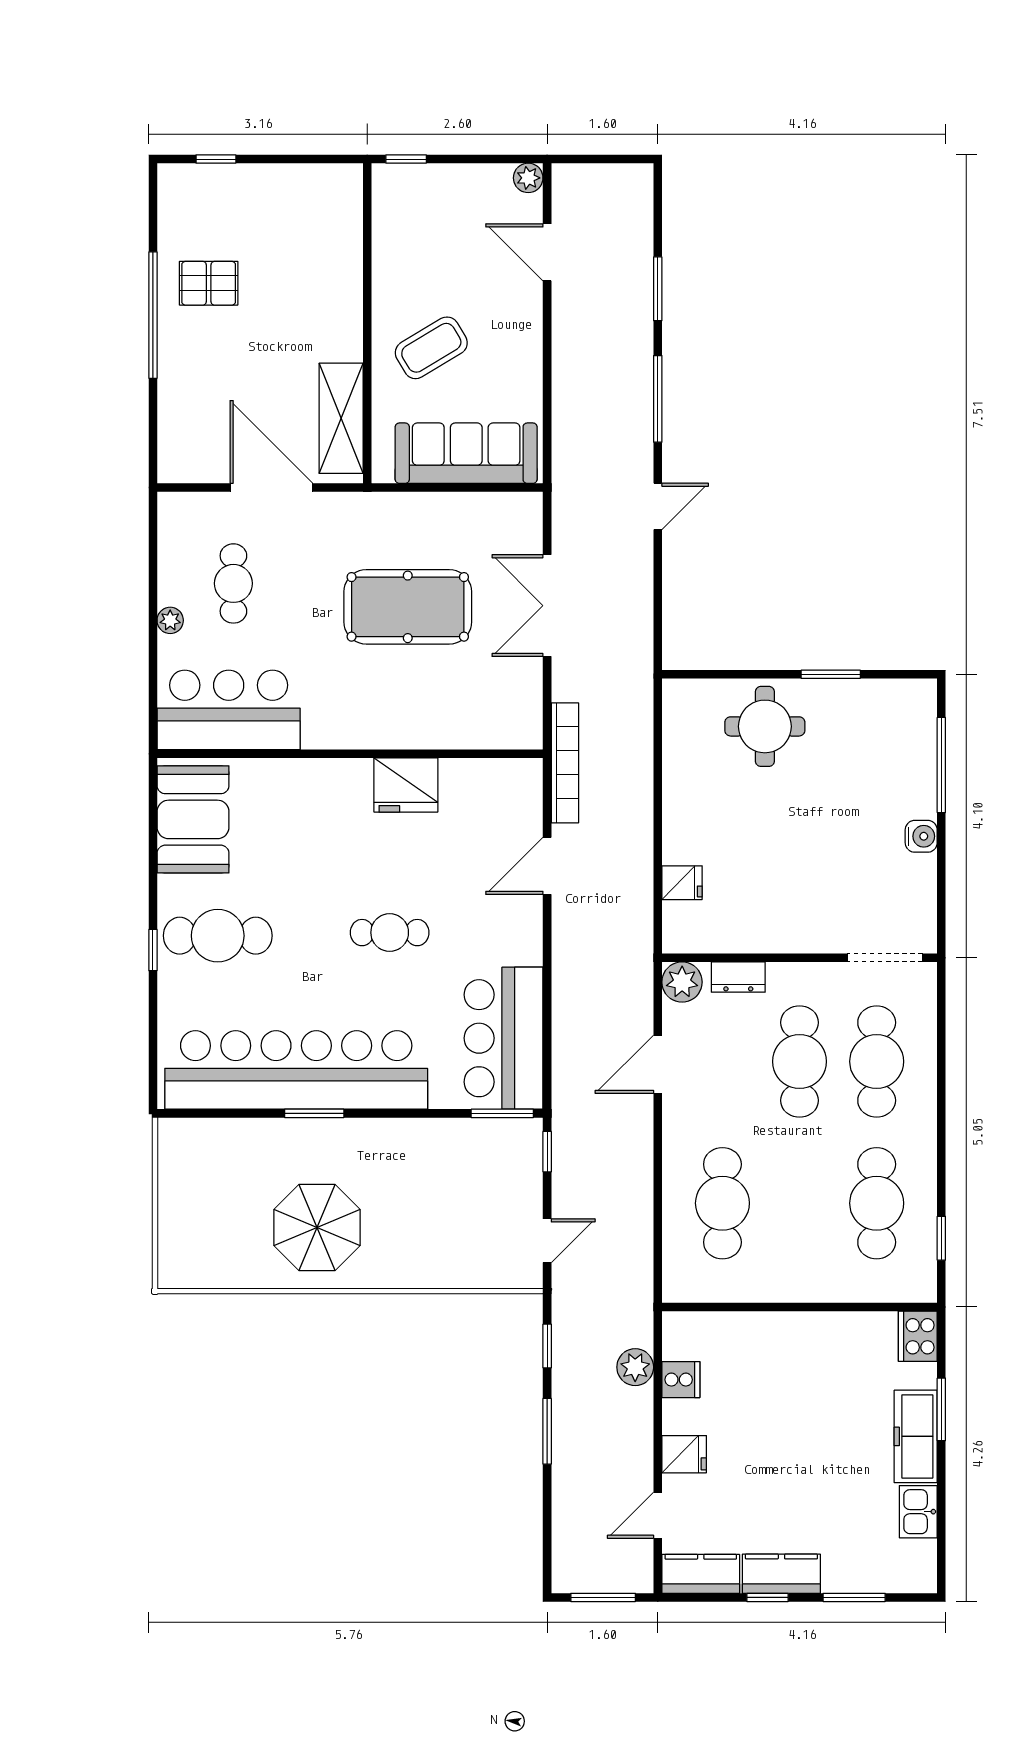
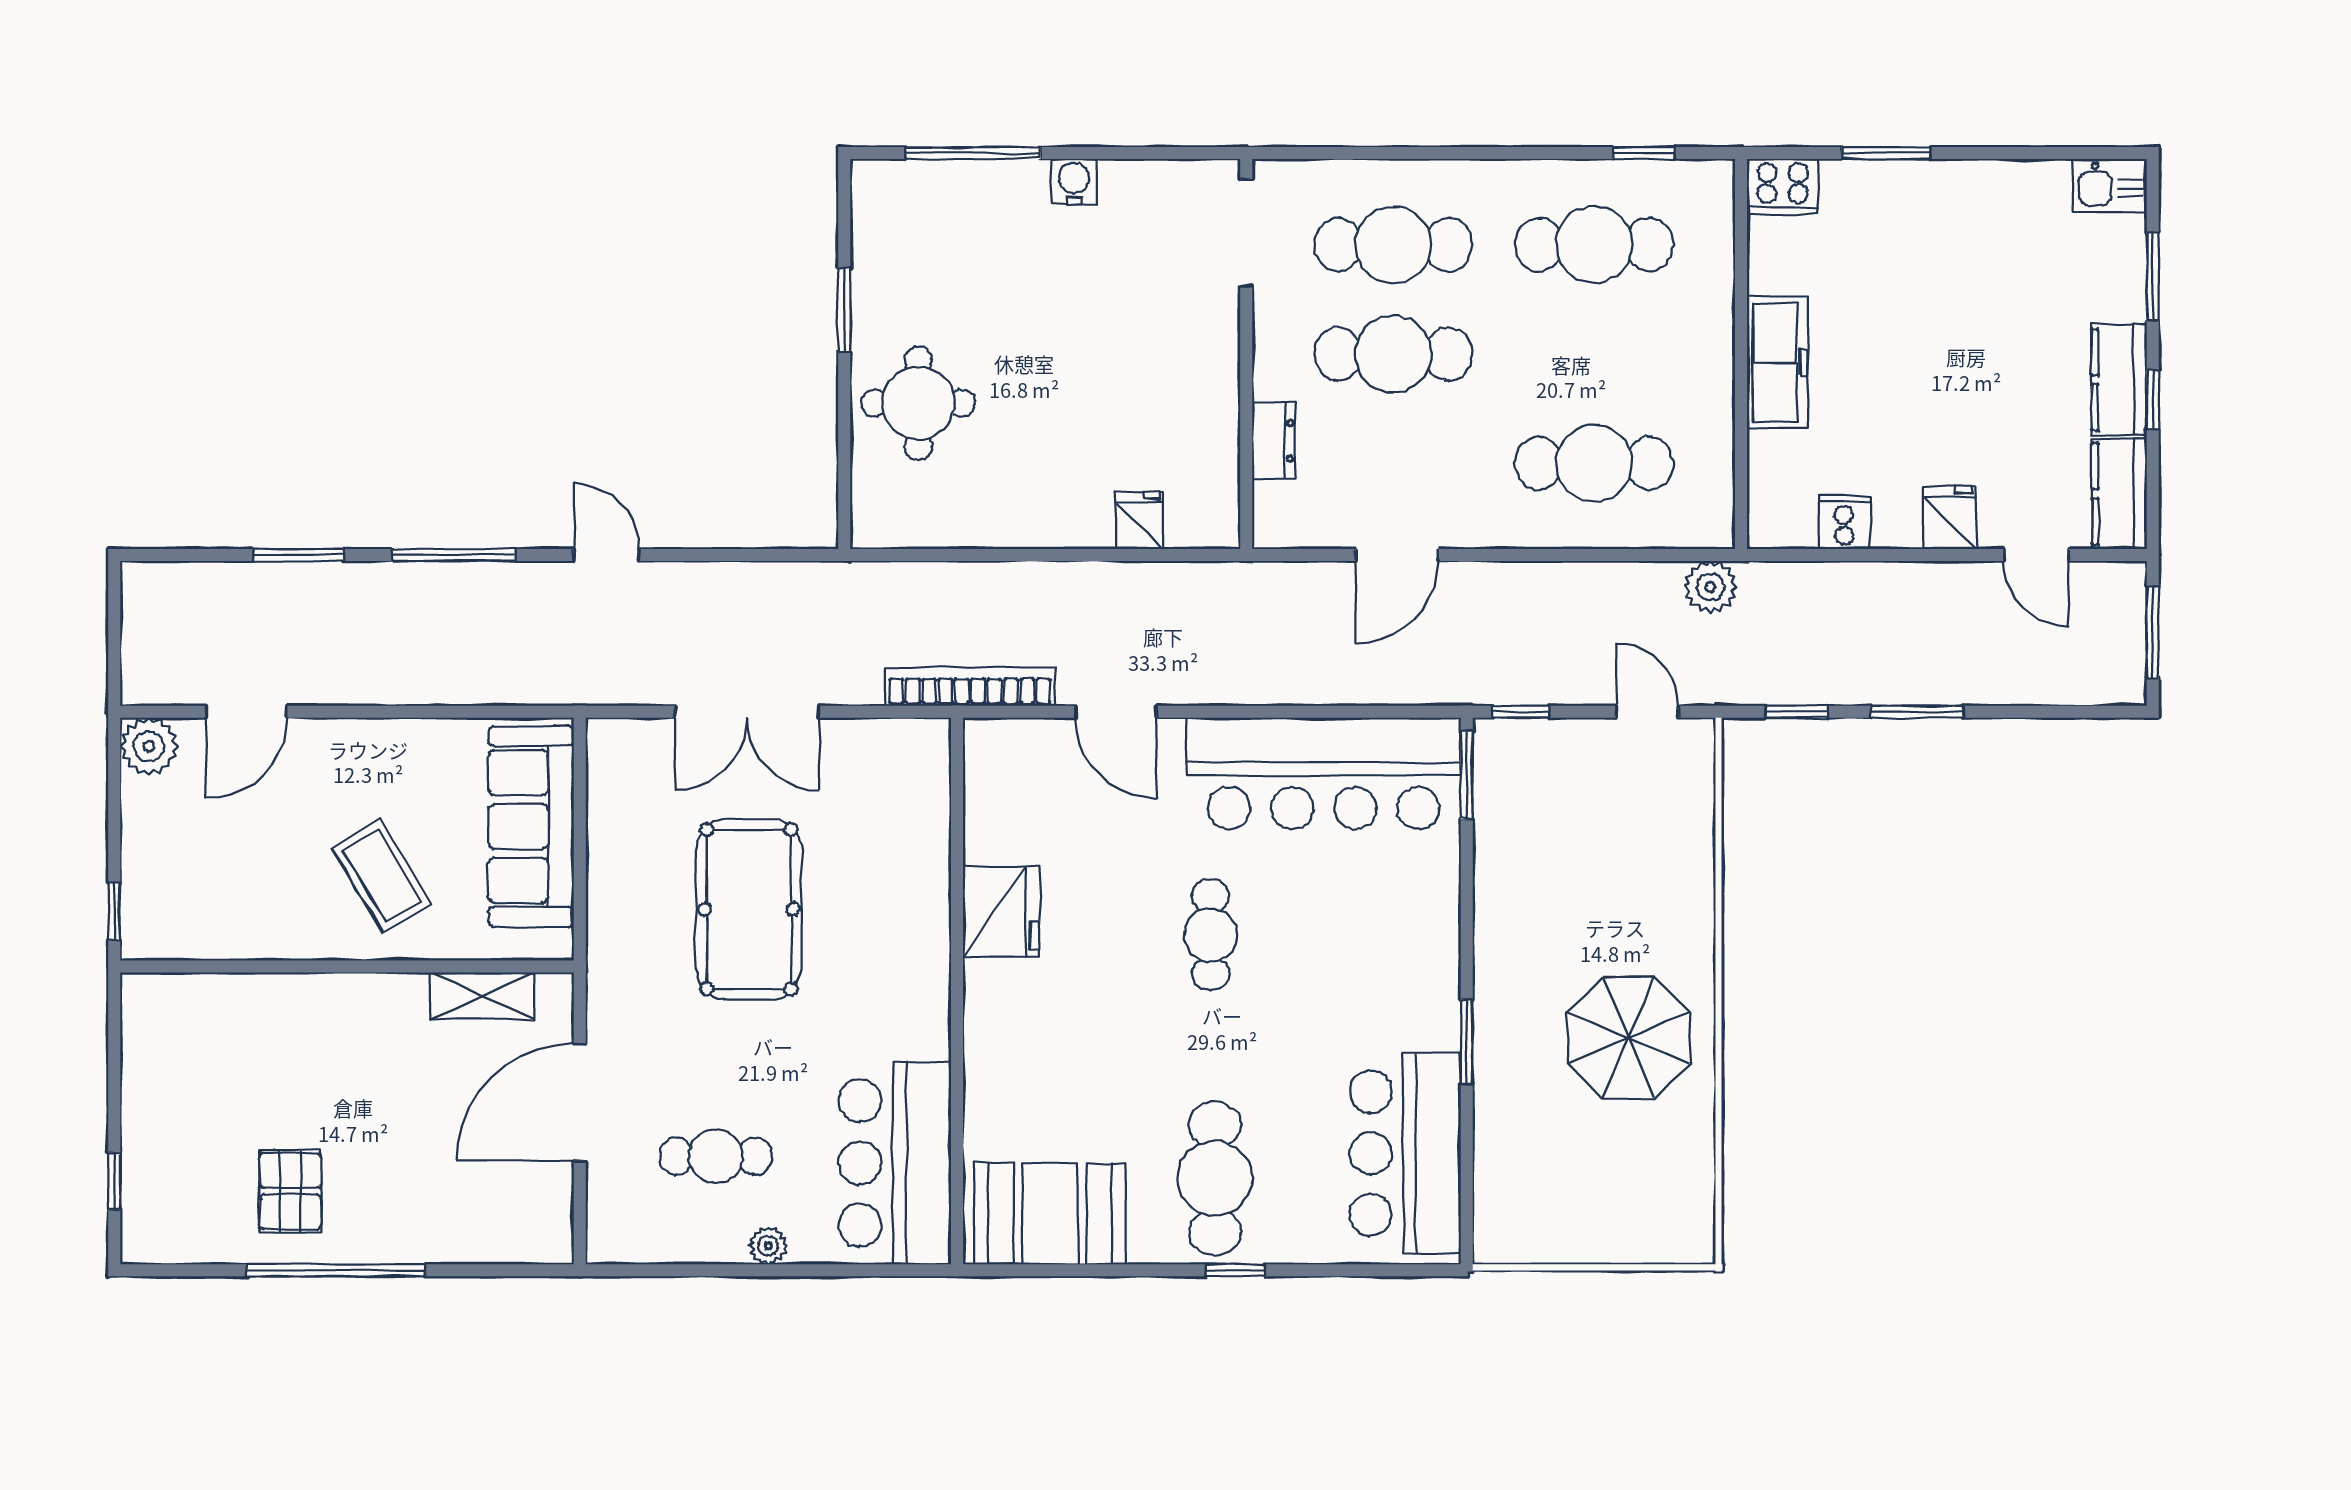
plant: (528, 178) -> (149, 746), width x1.38, depth x1.38
shelving: (341, 418) -> (482, 996), width x0.67, depth x0.75
plant: (682, 982) -> (1281, 520), removed
bar counter: (504, 1038) -> (1324, 773), width x1.36
door: (658, 1064) -> (1397, 555), hinge flipped
bar counter: (296, 1070) -> (1405, 1153), width x0.54
plant: (635, 1367) -> (1711, 587), moved
freezer: (916, 1436) -> (1777, 362), moved, turned -90
kitchen sink: (918, 1512) -> (2110, 186), moved

